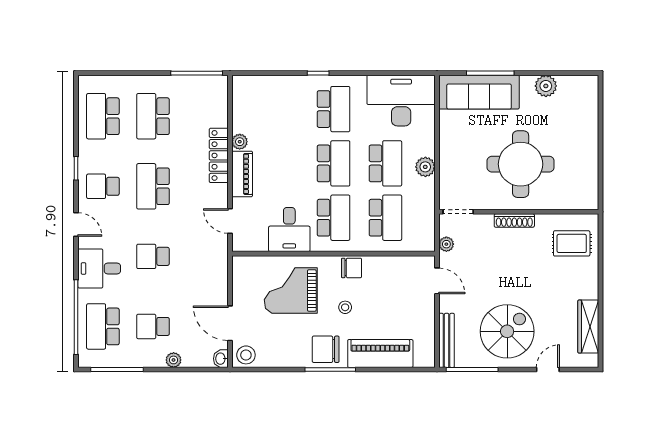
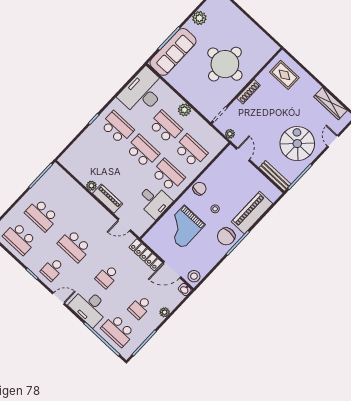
locker: (219, 155) -> (146, 255), moved
rug: (572, 243) -> (284, 75), turned 90
desk: (99, 269) -> (89, 307), width x1.37
door: (437, 281) -> (243, 154), hinge flipped

